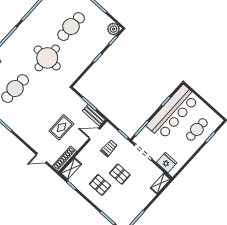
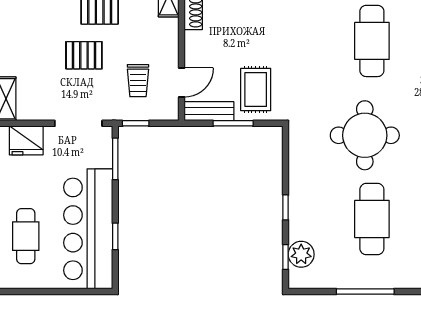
plant: (114, 29) -> (301, 254), moved
rug: (61, 127) -> (256, 89), moved

